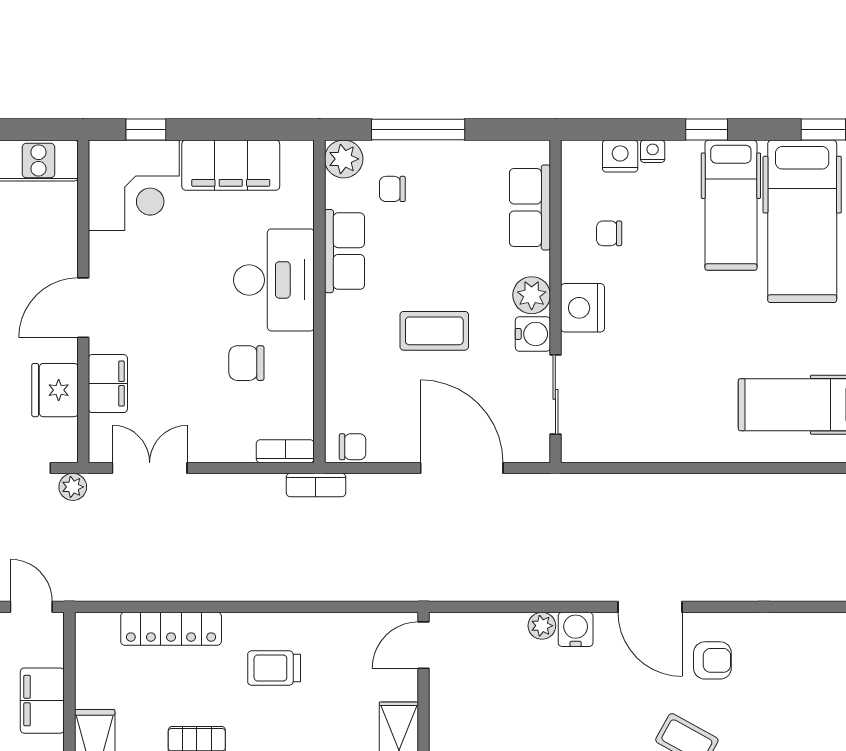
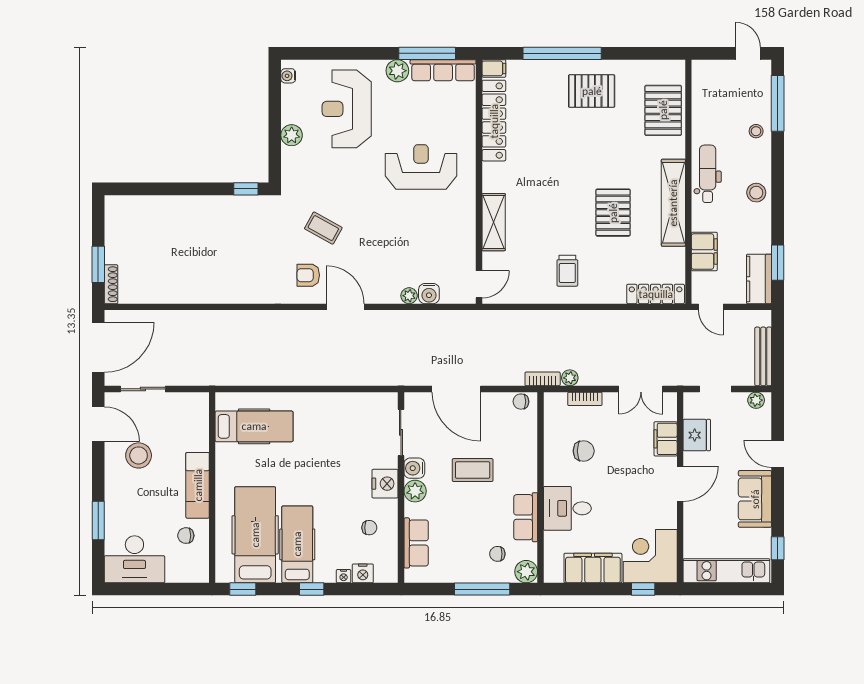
chair: (392, 189) -> (497, 554), turned 180
desk: (274, 280) -> (567, 508), width x0.73
bookcase: (285, 451) -> (585, 399), moved
plant: (73, 487) -> (570, 378), moved
locker: (171, 629) -> (656, 294), moved
water cooler: (576, 629) -> (429, 294), moved
trolley: (274, 668) -> (567, 271), turned 90

